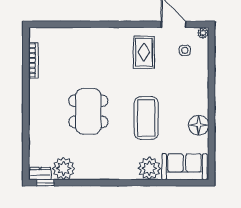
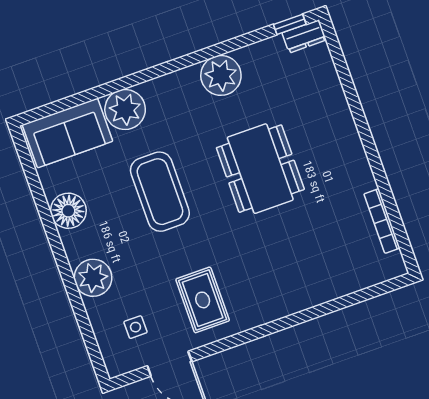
plant: (203, 33) -> (93, 278), moved, width x1.88, depth x1.88
plant: (64, 168) -> (221, 75), moved

